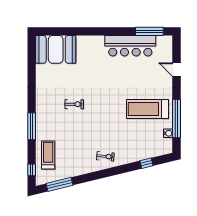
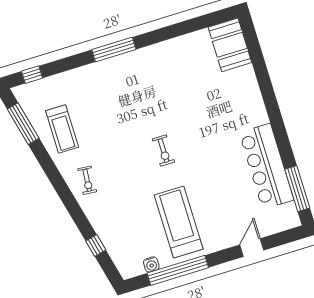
booth: (56, 49) -> (230, 45), width x0.73, depth x0.70
exercise bike: (74, 104) -> (163, 150), moved
window: (32, 126) -> (114, 49), moved
treadmill: (48, 155) -> (62, 129), moved, turned 90

